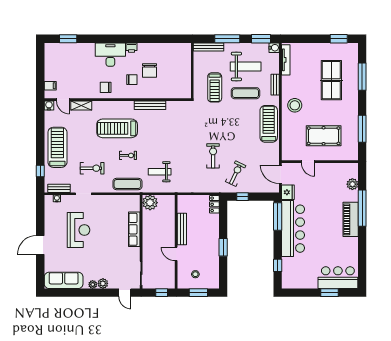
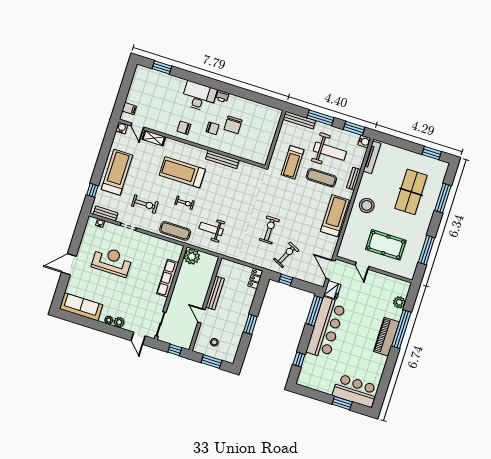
reception desk: (79, 230) -> (112, 261), turned -90

